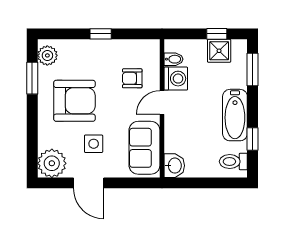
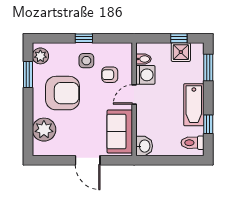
side table: (94, 144) -> (86, 61), moved
plant: (52, 163) -> (44, 130), moved
door: (89, 183) -> (88, 160), moved

